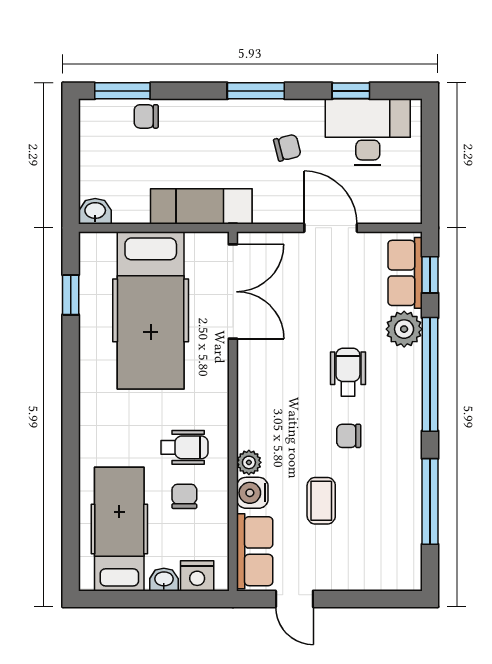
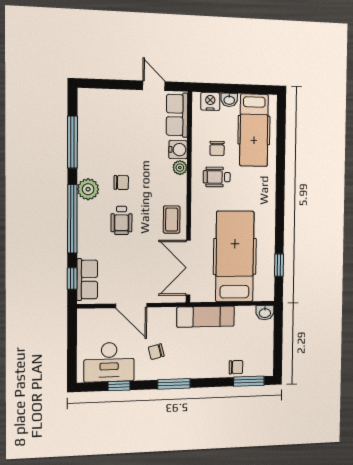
plant: (404, 329) -> (88, 189), moved
coffee table: (321, 501) -> (172, 220), moved

